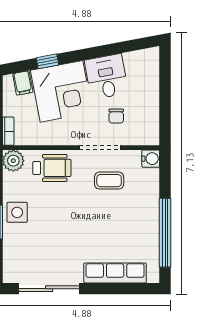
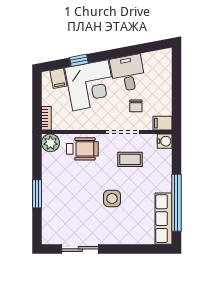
filing cabinet: (148, 137) -> (162, 123), added
side table: (17, 212) -> (112, 199), moved
row of seats: (115, 273) -> (164, 219), moved, turned -90
sliding door: (49, 289) -> (80, 249), width x0.73

